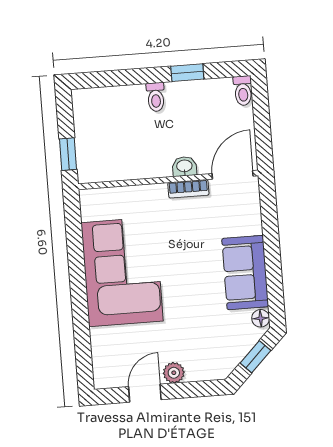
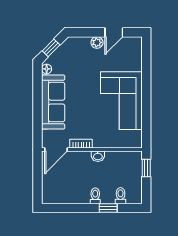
window: (187, 73) -> (108, 208), moved
toilet: (243, 91) -> (121, 196), moved
washbasin: (184, 166) -> (98, 156), moved
sofa: (245, 273) -> (53, 102), width x1.36

